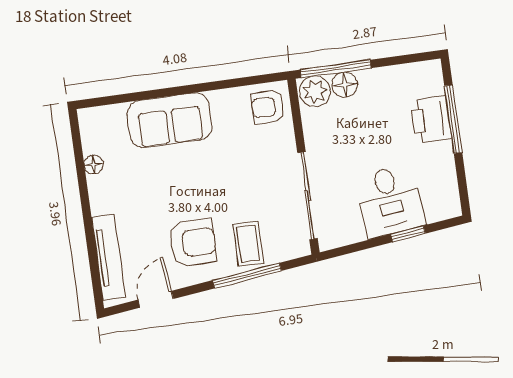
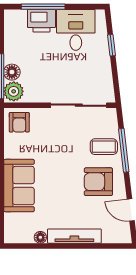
desk: (390, 201) -> (76, 30), moved, turned -83
armchair: (193, 243) -> (98, 182), turned -90
tv unit: (108, 257) -> (74, 236), moved

